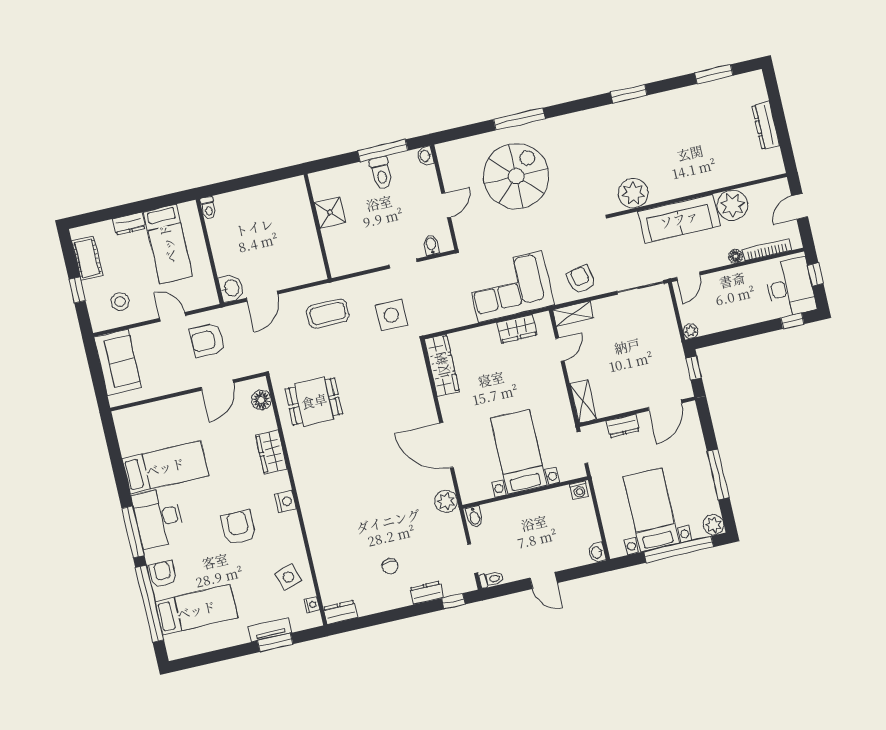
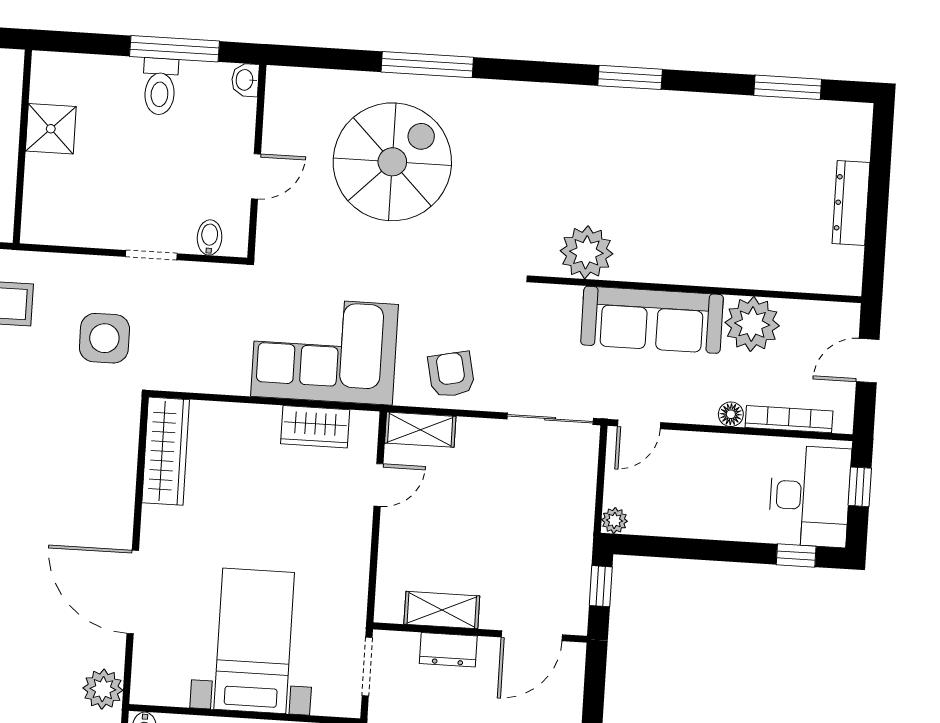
shelving: (583, 401) -> (442, 610), moved, turned 90

